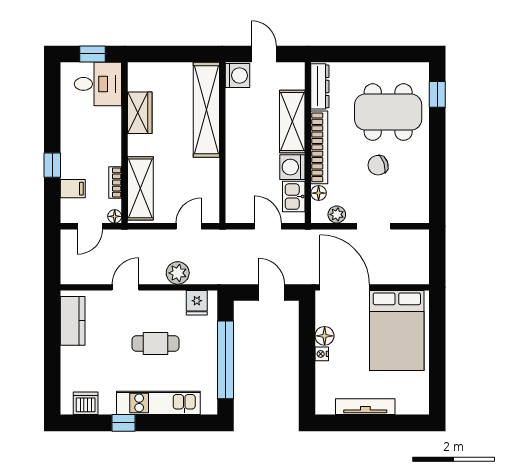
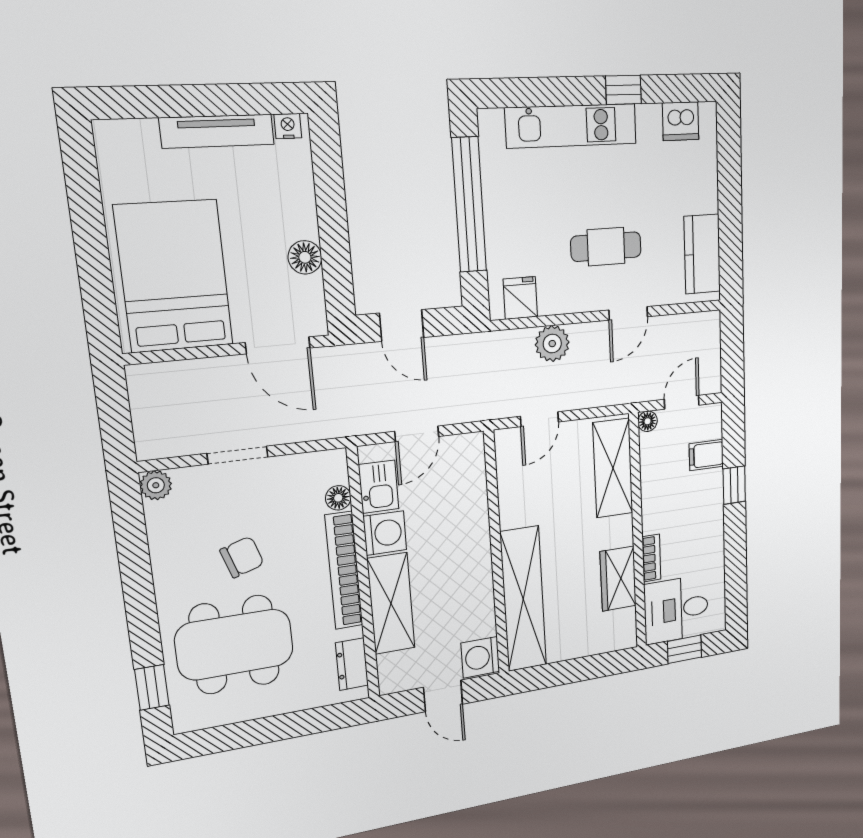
dresser: (320, 86) -> (352, 664), width x0.70
bookcase: (115, 182) -> (651, 558), moved
plant: (337, 214) -> (156, 485), moved
door: (268, 226) -> (417, 434), hinge flipped
door: (345, 287) -> (278, 345), width x0.73
cafe table: (155, 344) -> (606, 247), moved
nightstand: (322, 354) -> (288, 126), moved, turned -90

